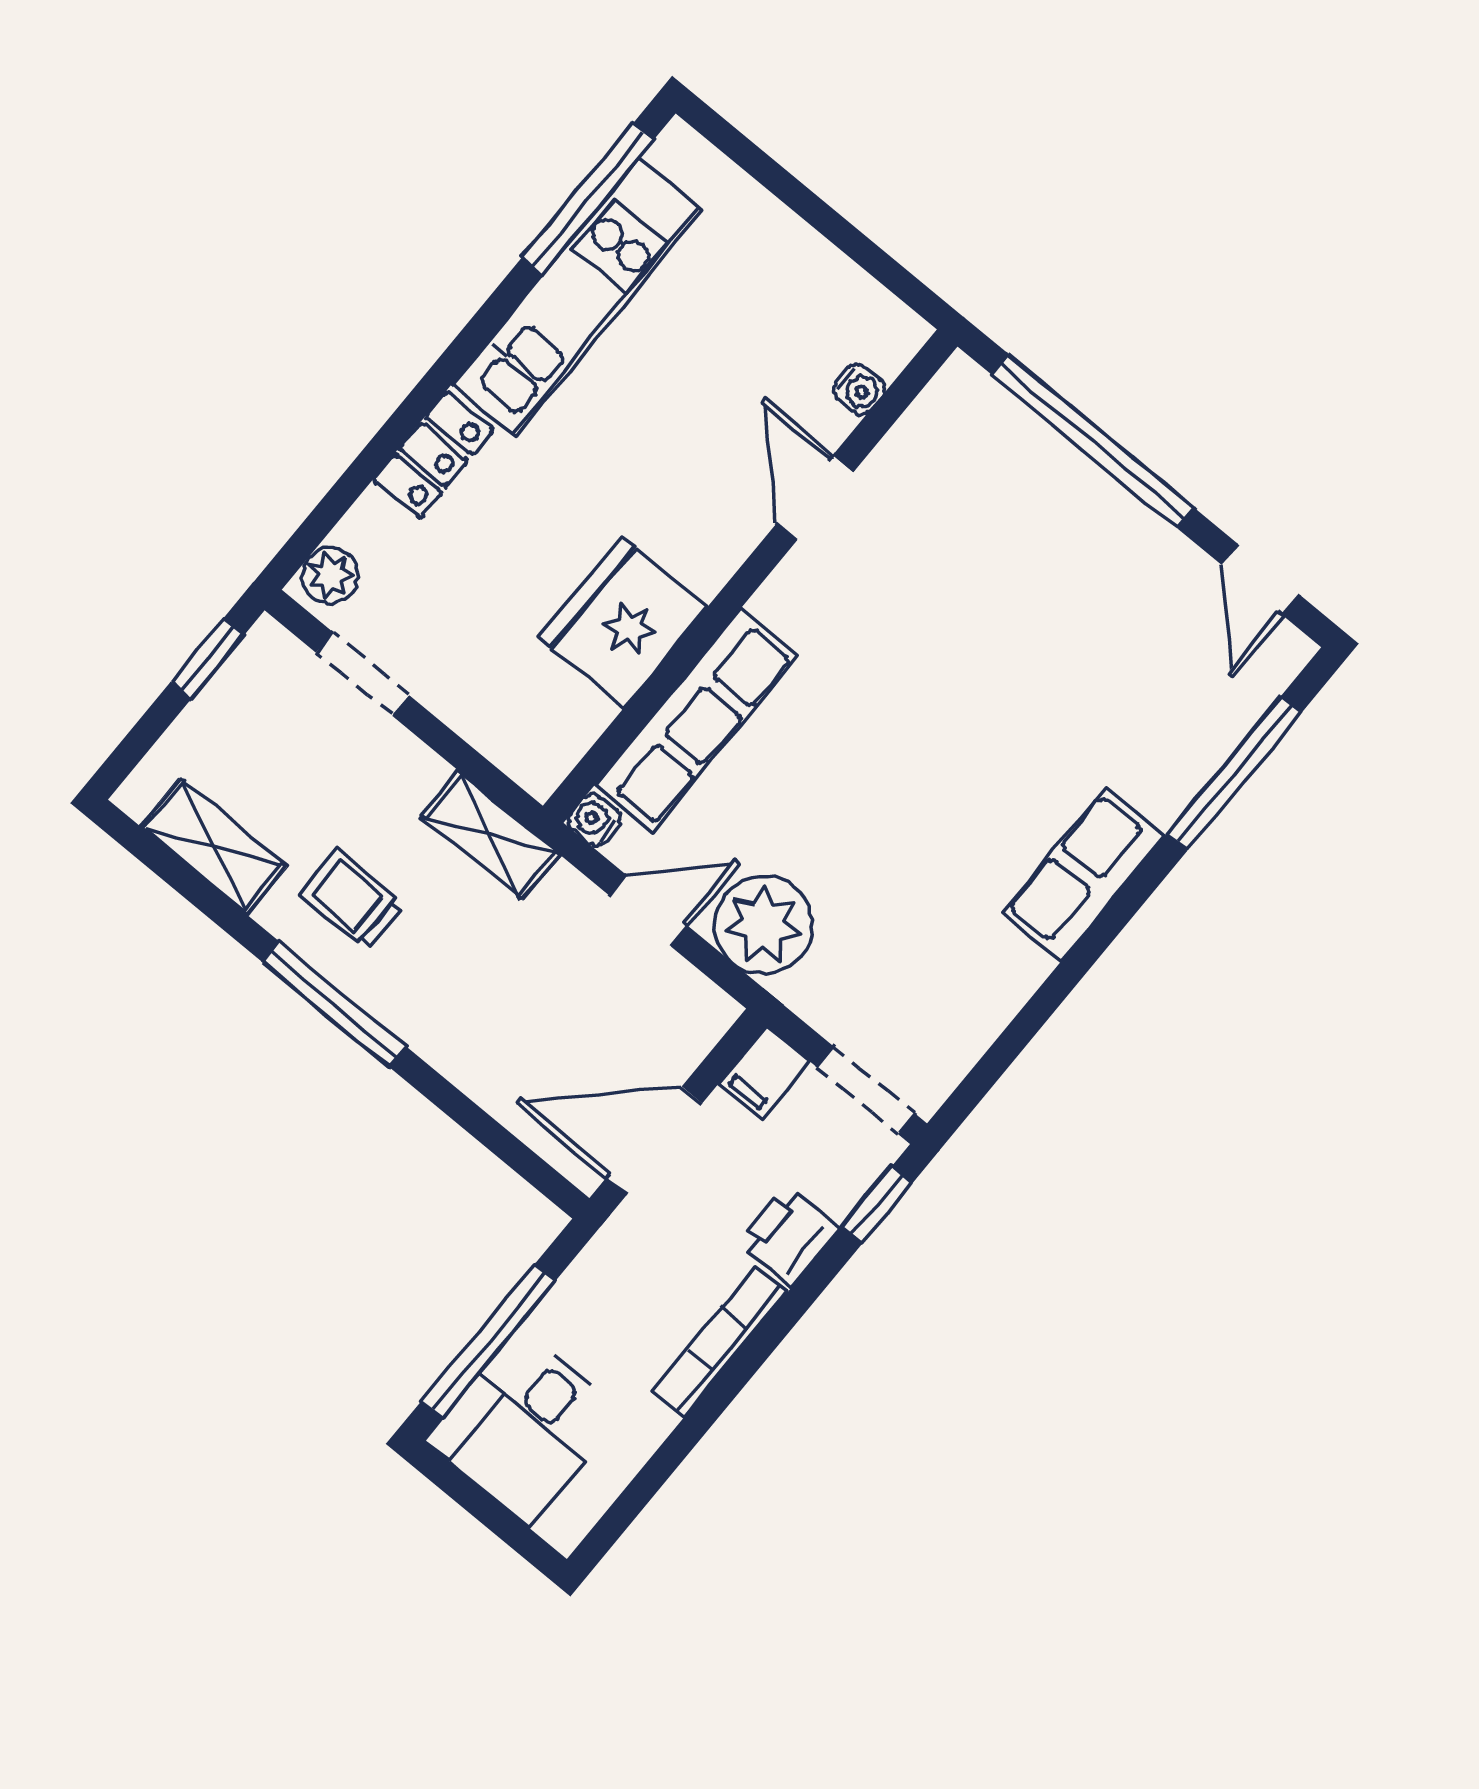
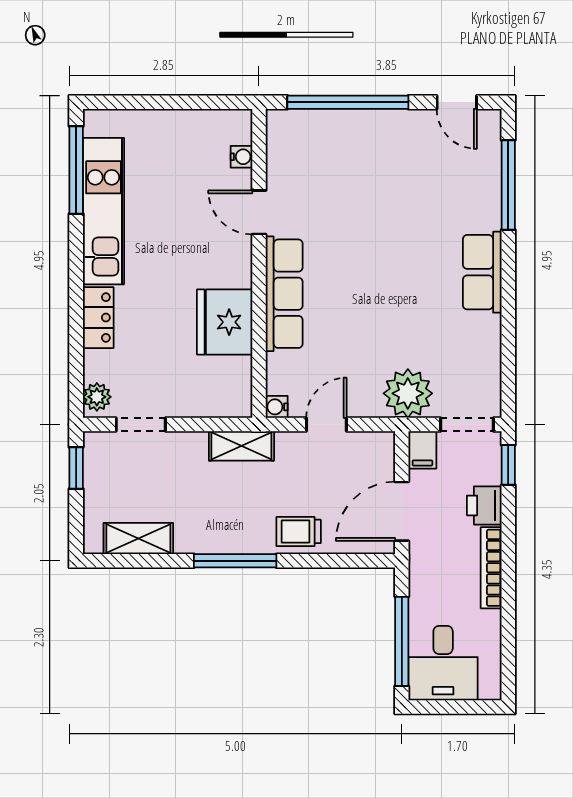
row of seats: (697, 720) -> (284, 294), moved
trolley: (352, 900) -> (299, 531), moved
plant: (763, 925) -> (408, 393), moved

